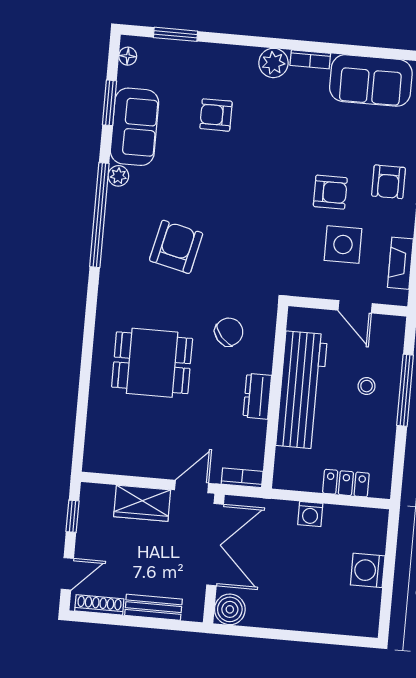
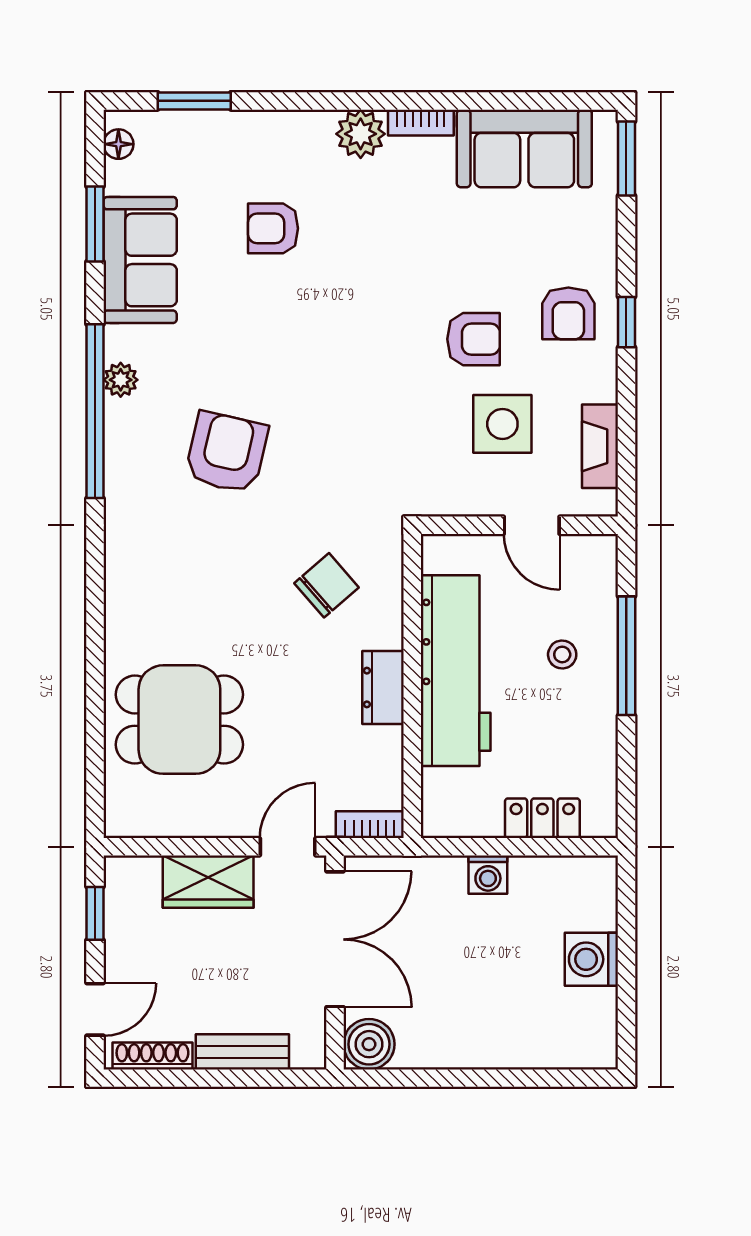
plant: (118, 176) -> (121, 380), moved
dining table: (152, 363) -> (179, 720), moved

